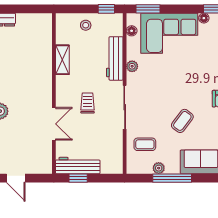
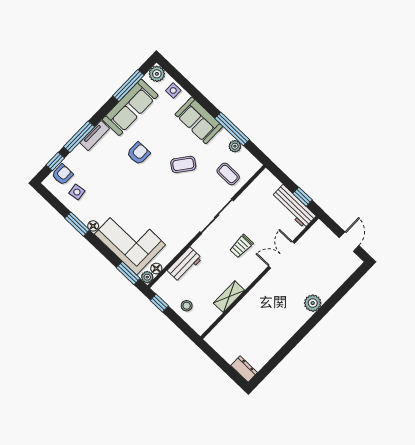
workbench: (115, 58) -> (185, 264), width x0.73
plant: (132, 66) -> (147, 277), moved

